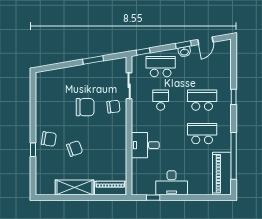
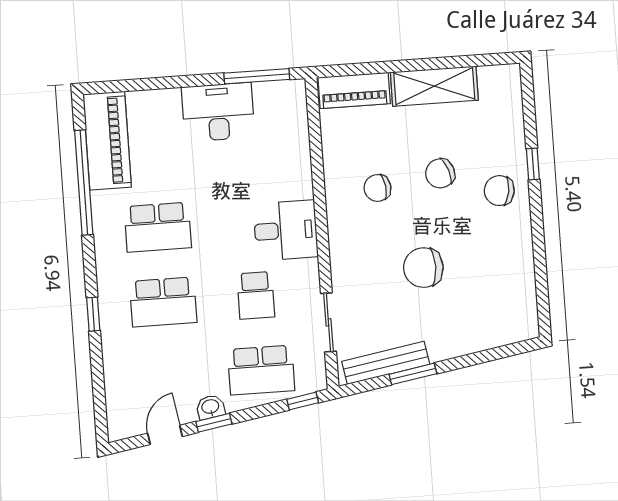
bench: (105, 66) -> (386, 363), added
chair: (113, 107) -> (377, 188), moved
desk: (145, 145) -> (286, 230), moved
window: (153, 198) -> (257, 76), width x2.17

